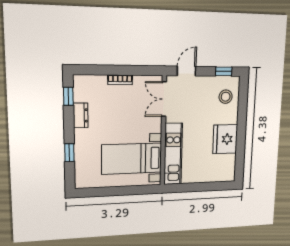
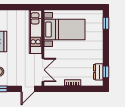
dresser: (81, 115) -> (98, 72), moved
window: (69, 153) -> (106, 23), moved

